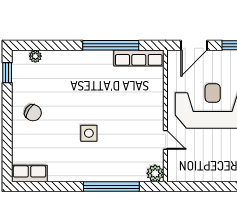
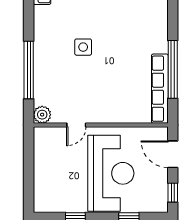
row of seats: (139, 58) -> (160, 89), width x1.36

